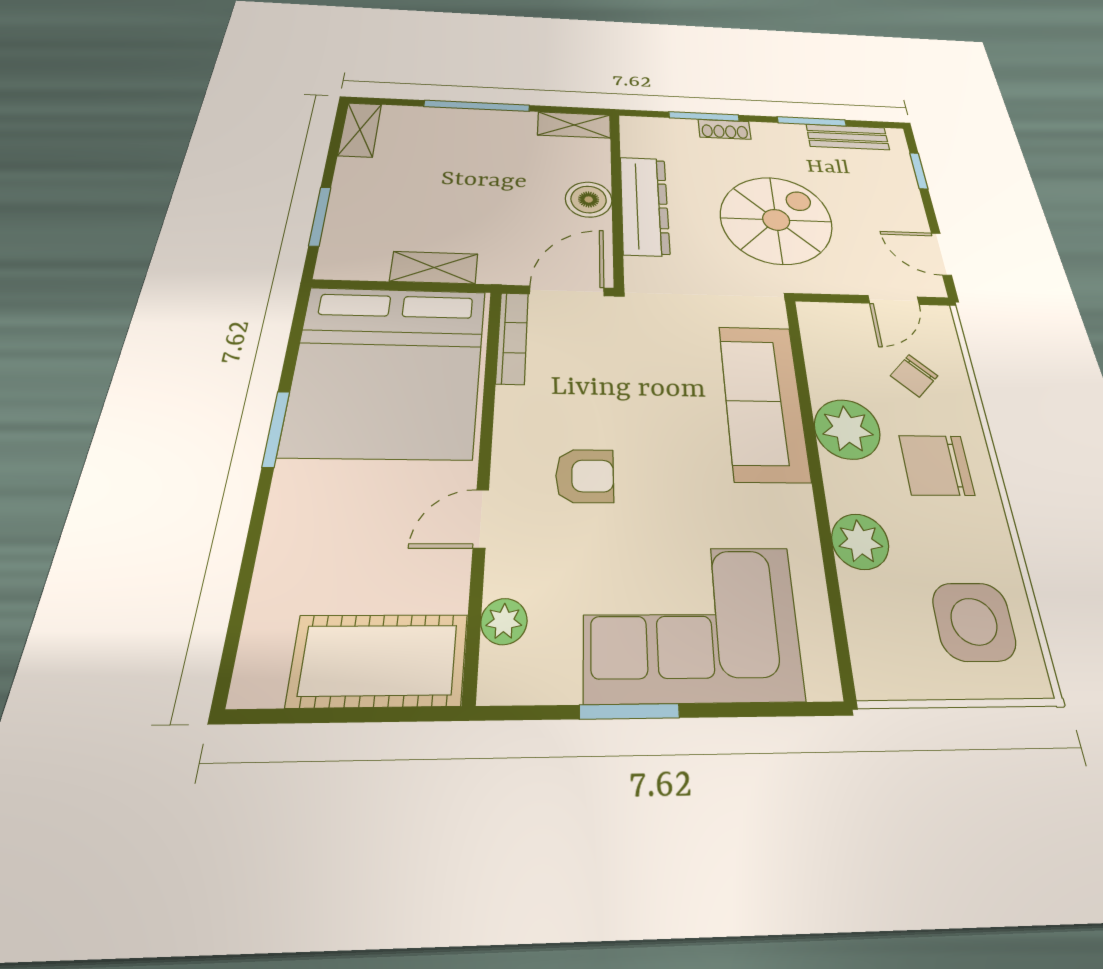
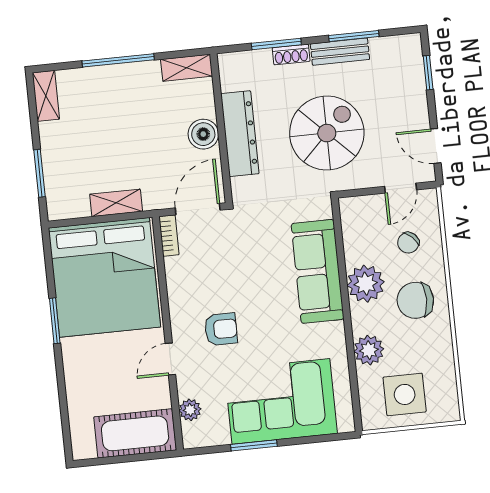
bench: (848, 137) -> (340, 52), moved
bookcase: (512, 338) -> (169, 236), width x0.64
side table: (974, 622) -> (405, 394), moved

